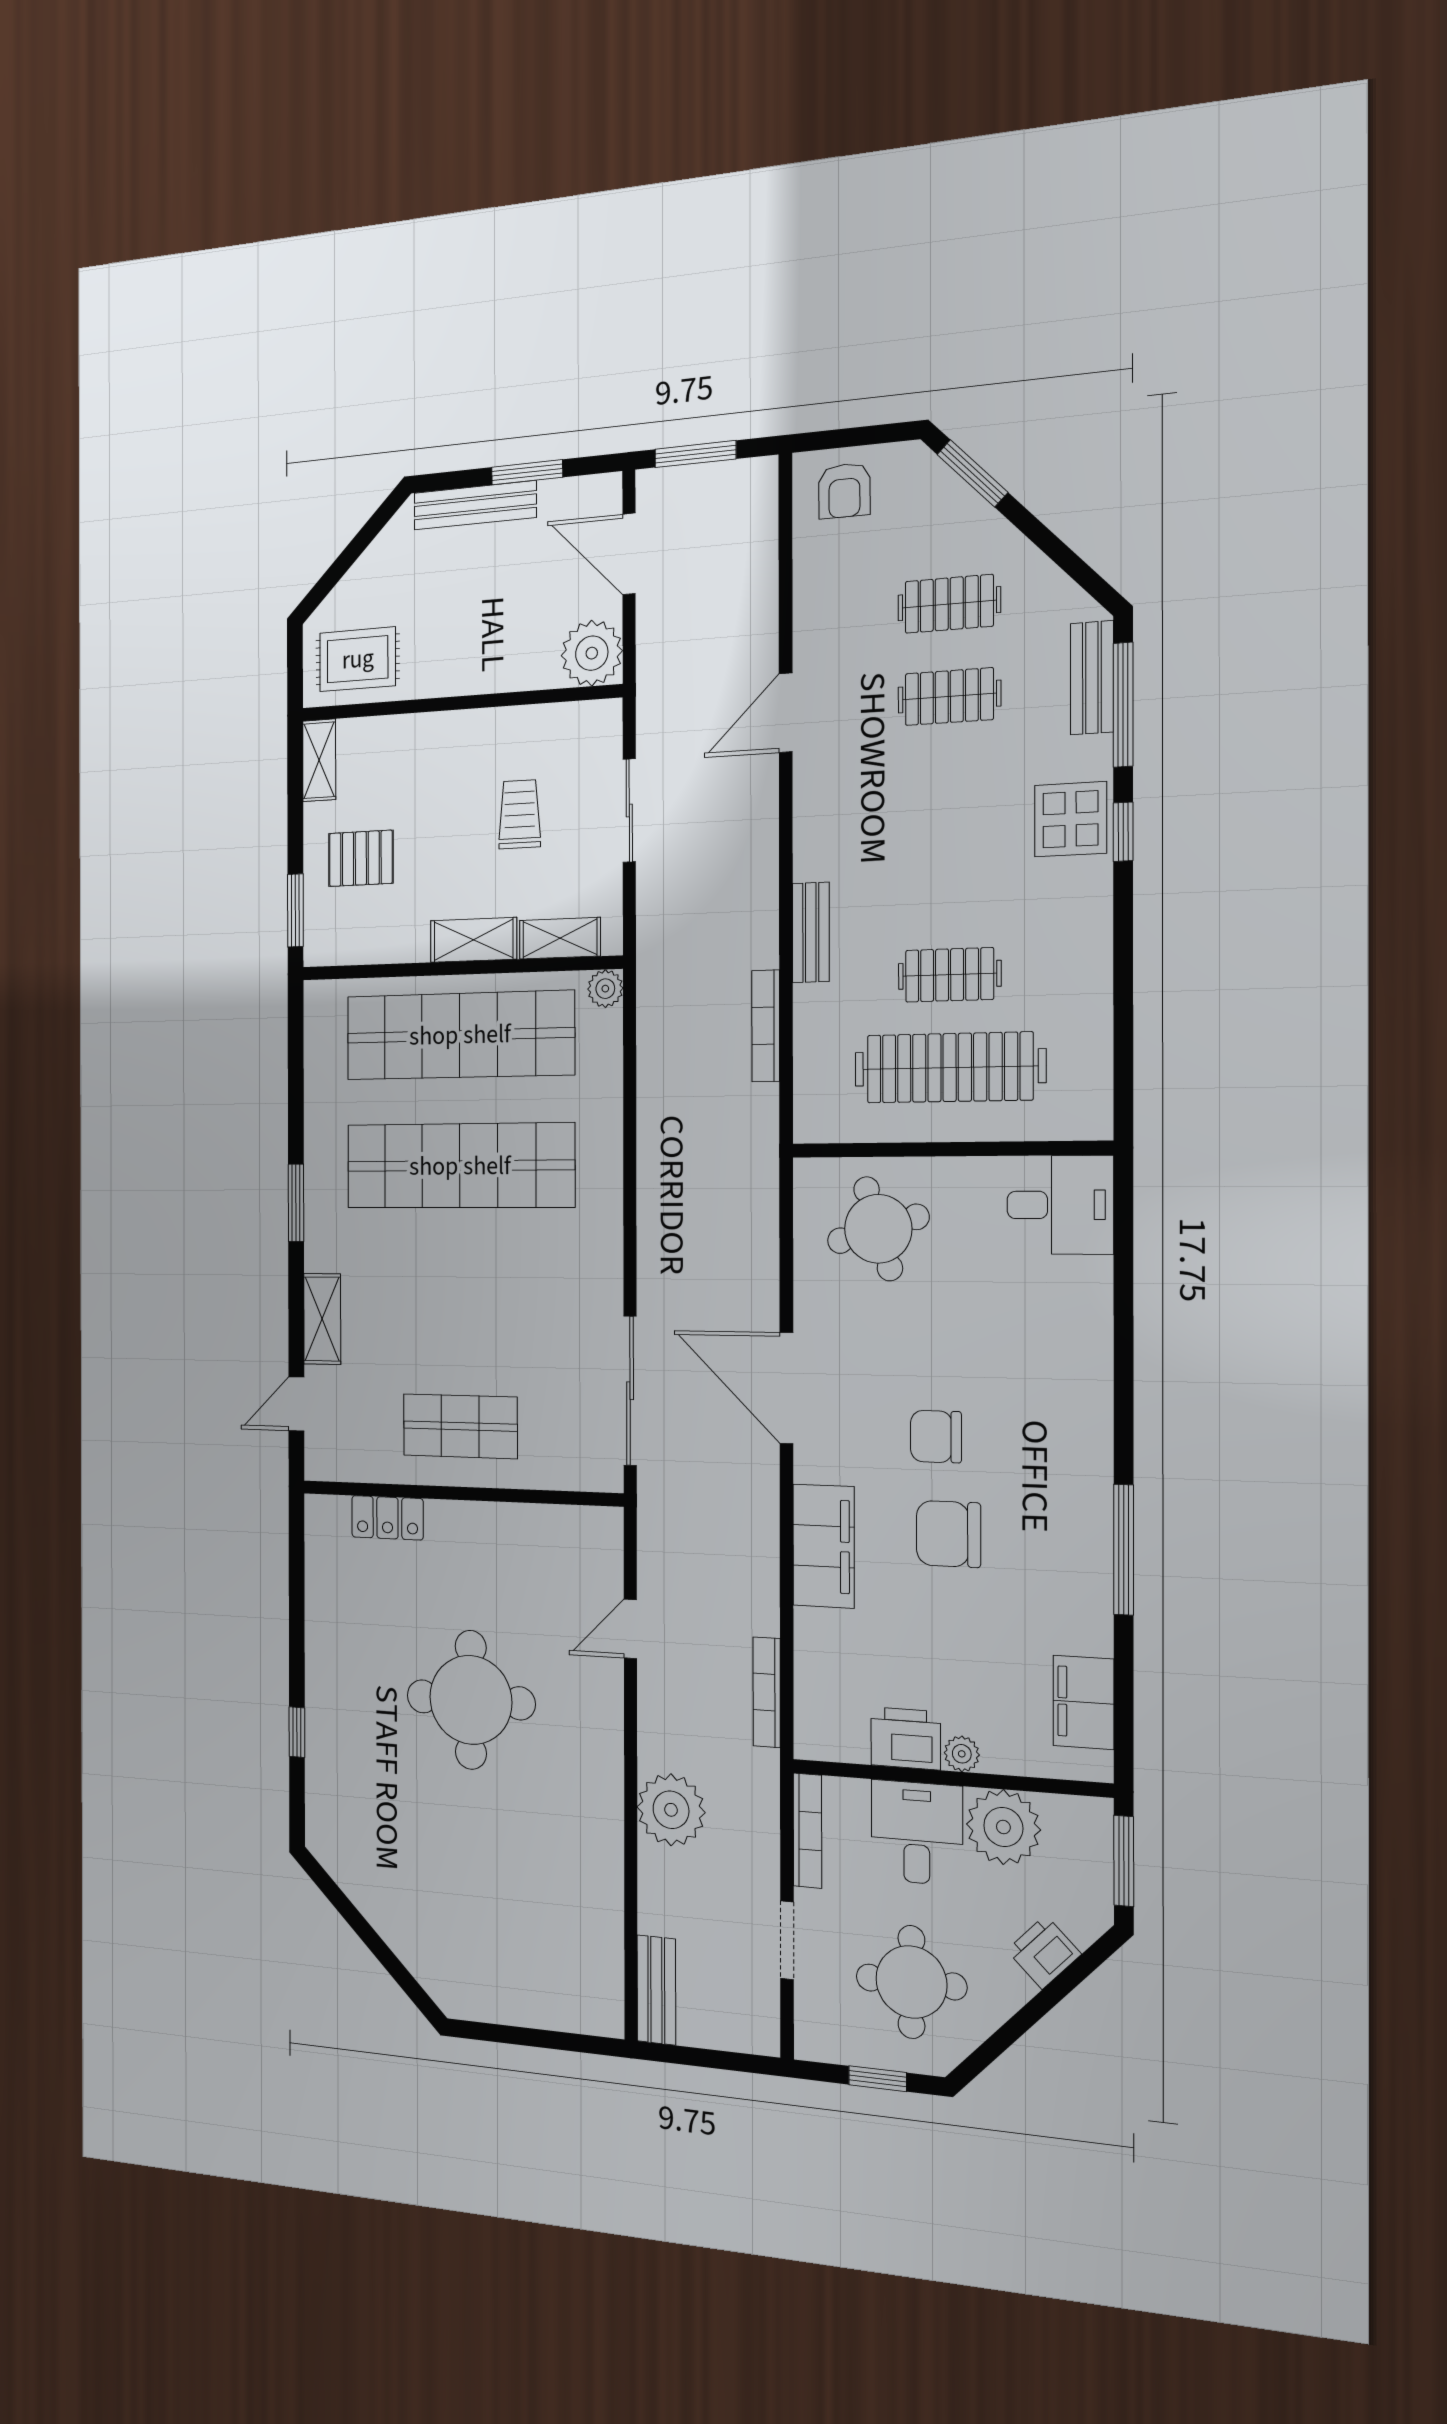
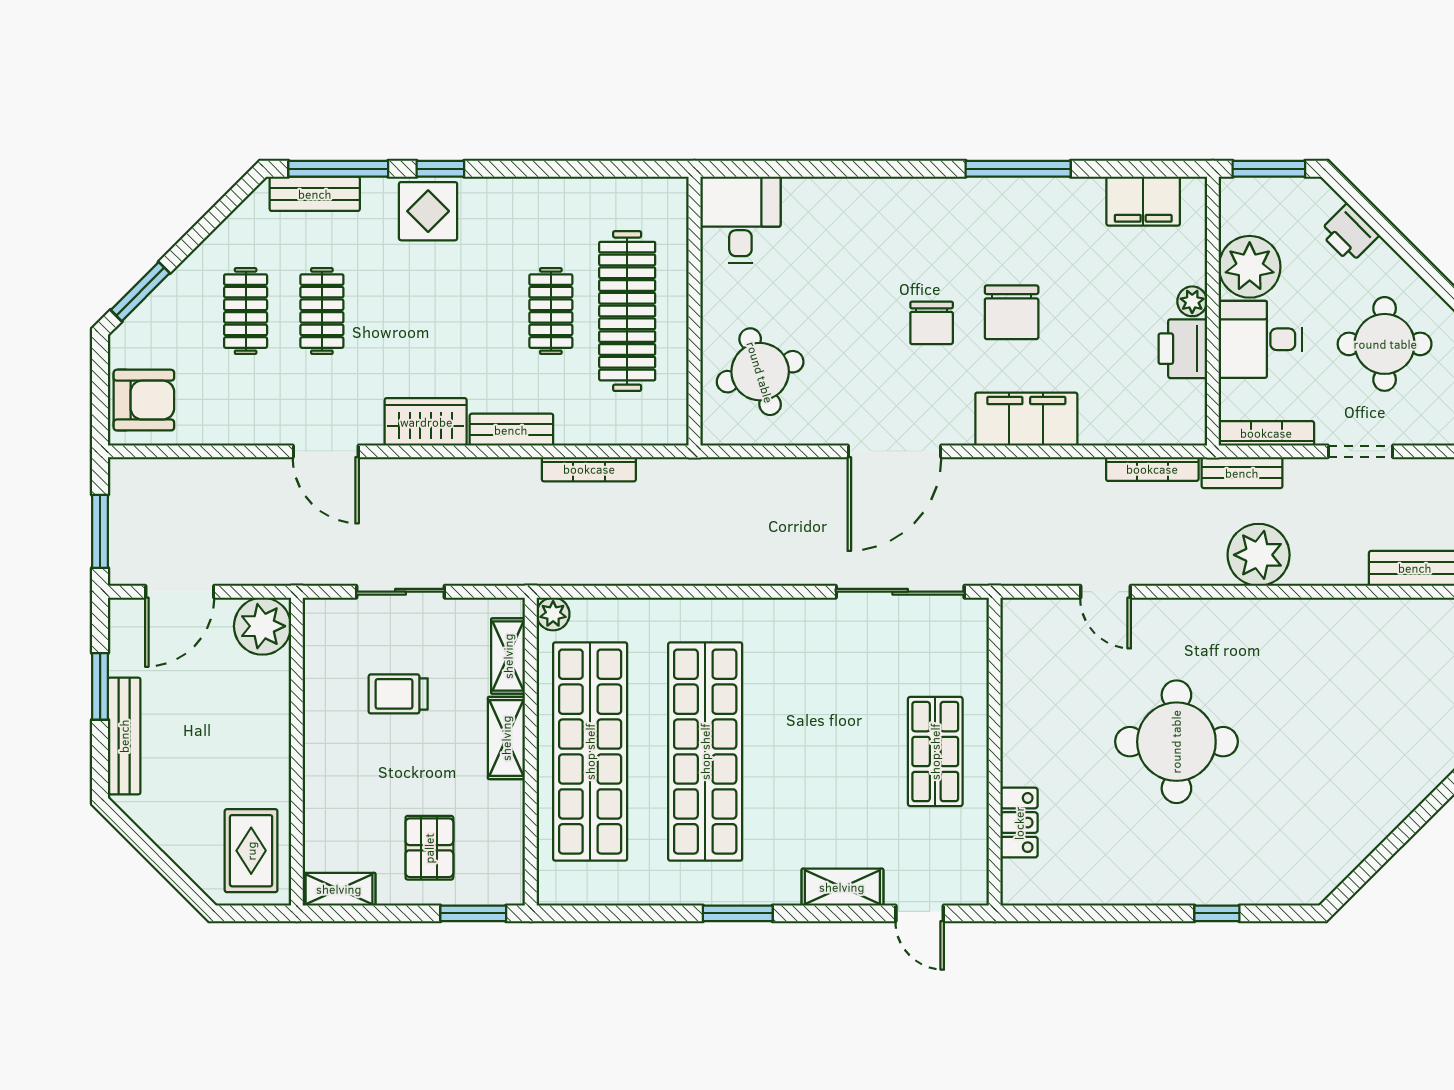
armchair: (844, 491) -> (144, 400), width x1.38, depth x1.38
wardrobe: (820, 830) -> (426, 422), added
bench: (763, 1798) -> (1242, 473), added

